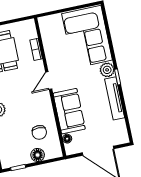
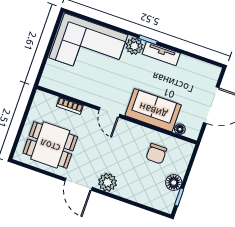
tv unit: (115, 98) -> (161, 54), width x0.71
chair: (39, 132) -> (156, 154), turned 90
floor lamp: (38, 155) -> (174, 183), moved

